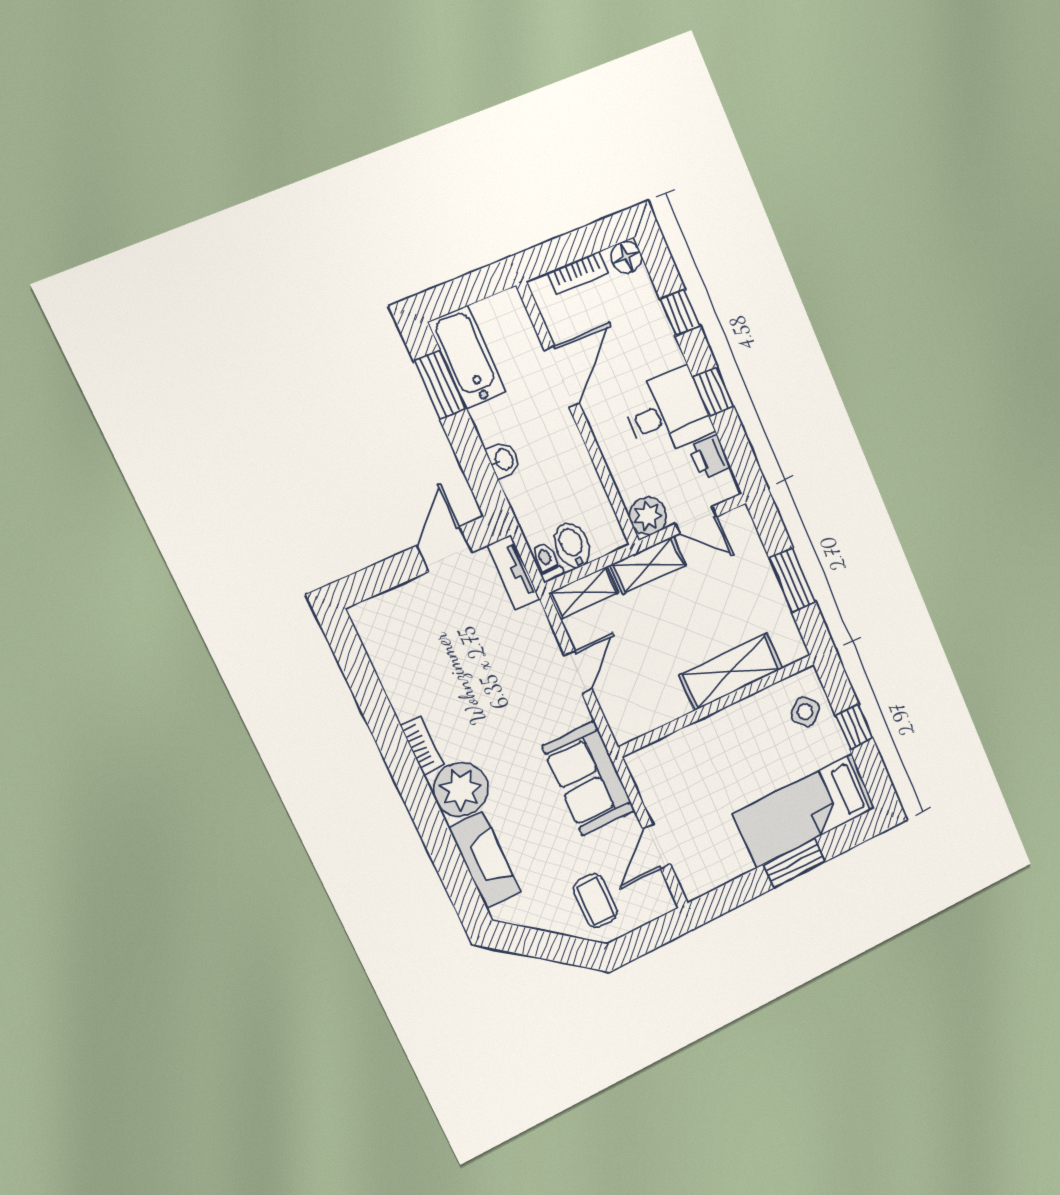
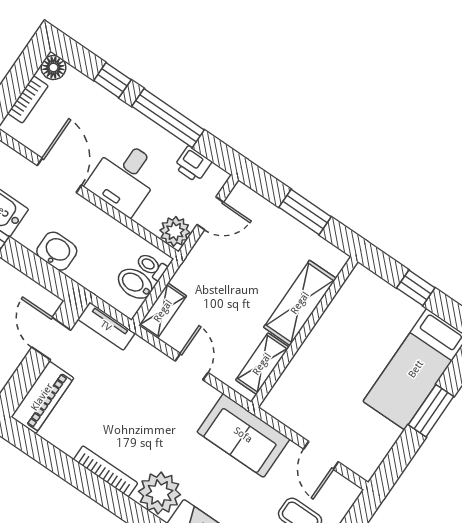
window: (713, 391) -> (168, 118), width x2.17
desk: (667, 413) -> (124, 177), moved, turned 180
washbasin: (503, 460) -> (57, 251), width x1.38, depth x1.45
toilet: (547, 562) -> (151, 266), moved
shelving: (648, 565) -> (262, 364), moved
piano: (394, 608) -> (42, 397), added
side table: (805, 712) -> (372, 299), removed
bookcase: (422, 745) -> (106, 471), width x1.56

